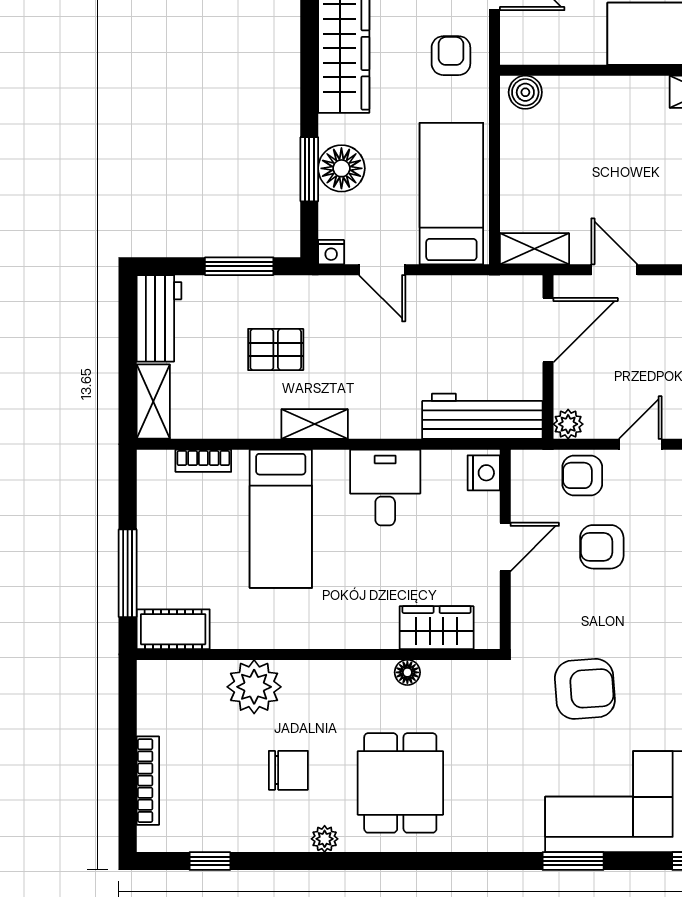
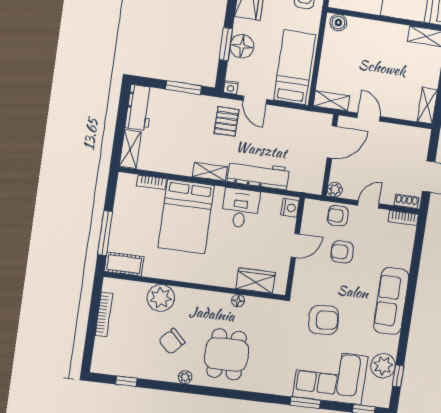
pallet: (276, 350) -> (226, 121), moved, turned 90
workbench: (482, 416) -> (258, 175), moved
bed: (281, 519) -> (186, 217), width x1.50
chair: (288, 770) -> (172, 341), turned 134
bookcase: (148, 781) -> (104, 314), moved

